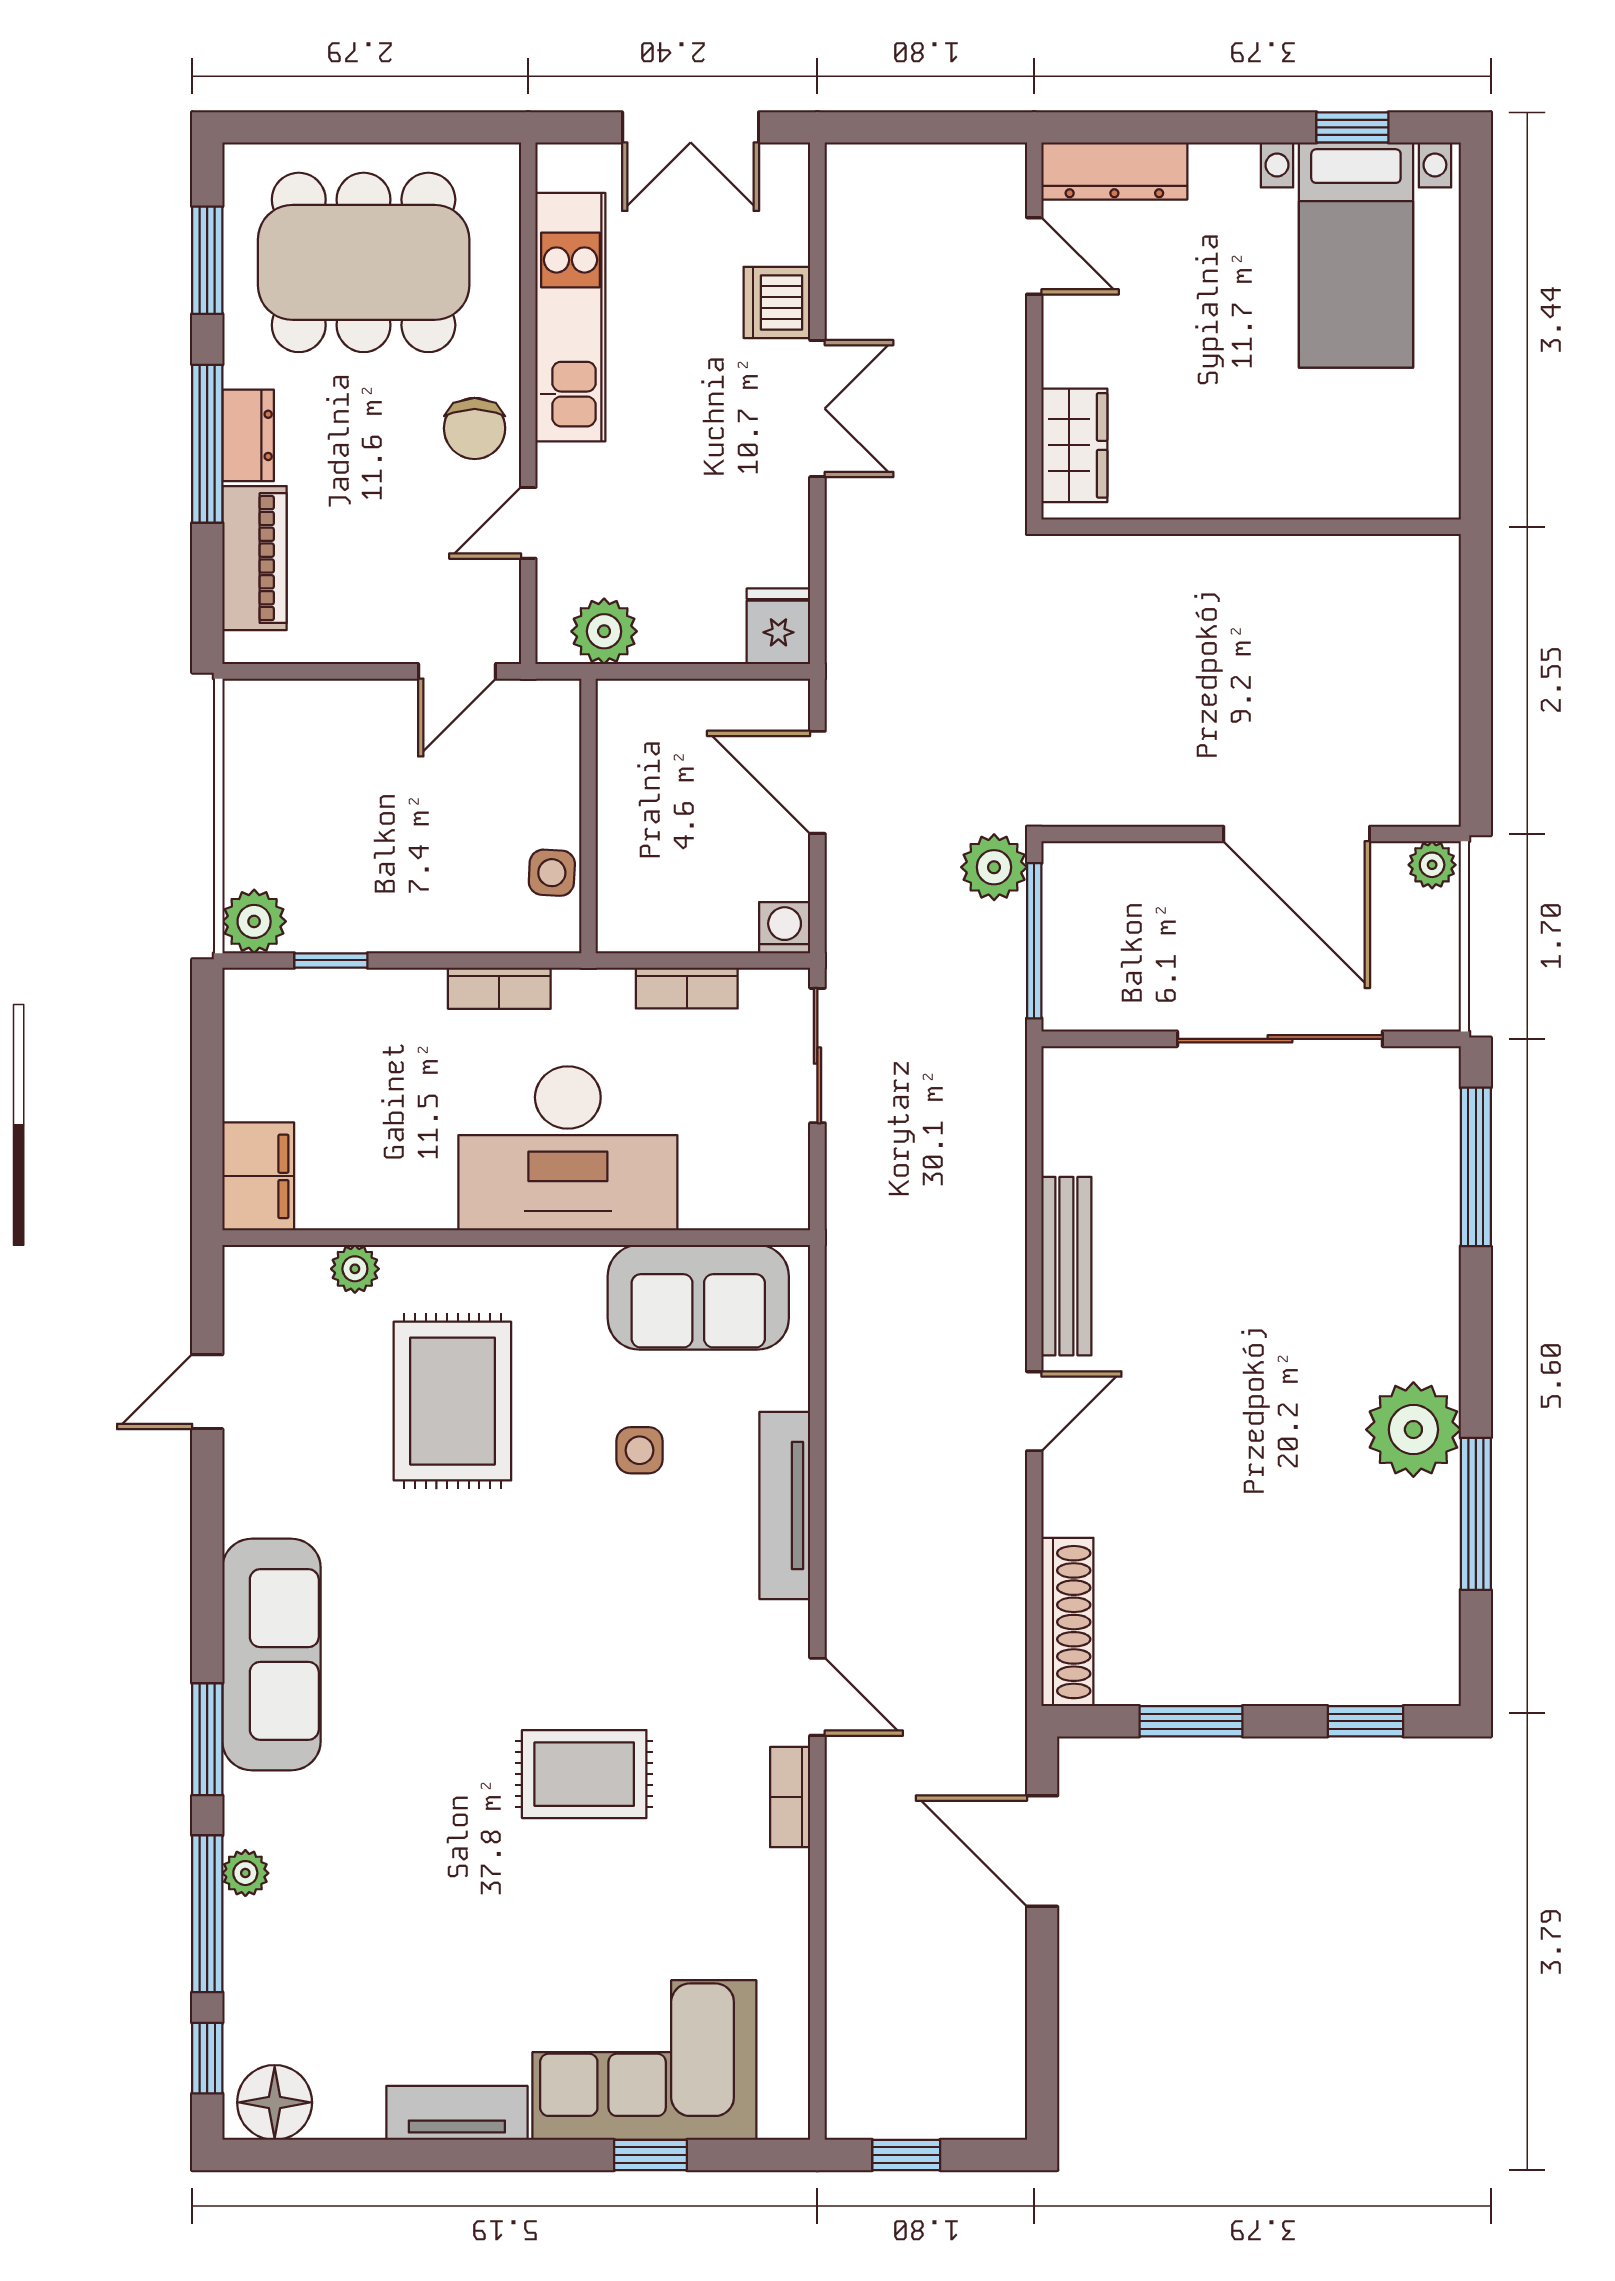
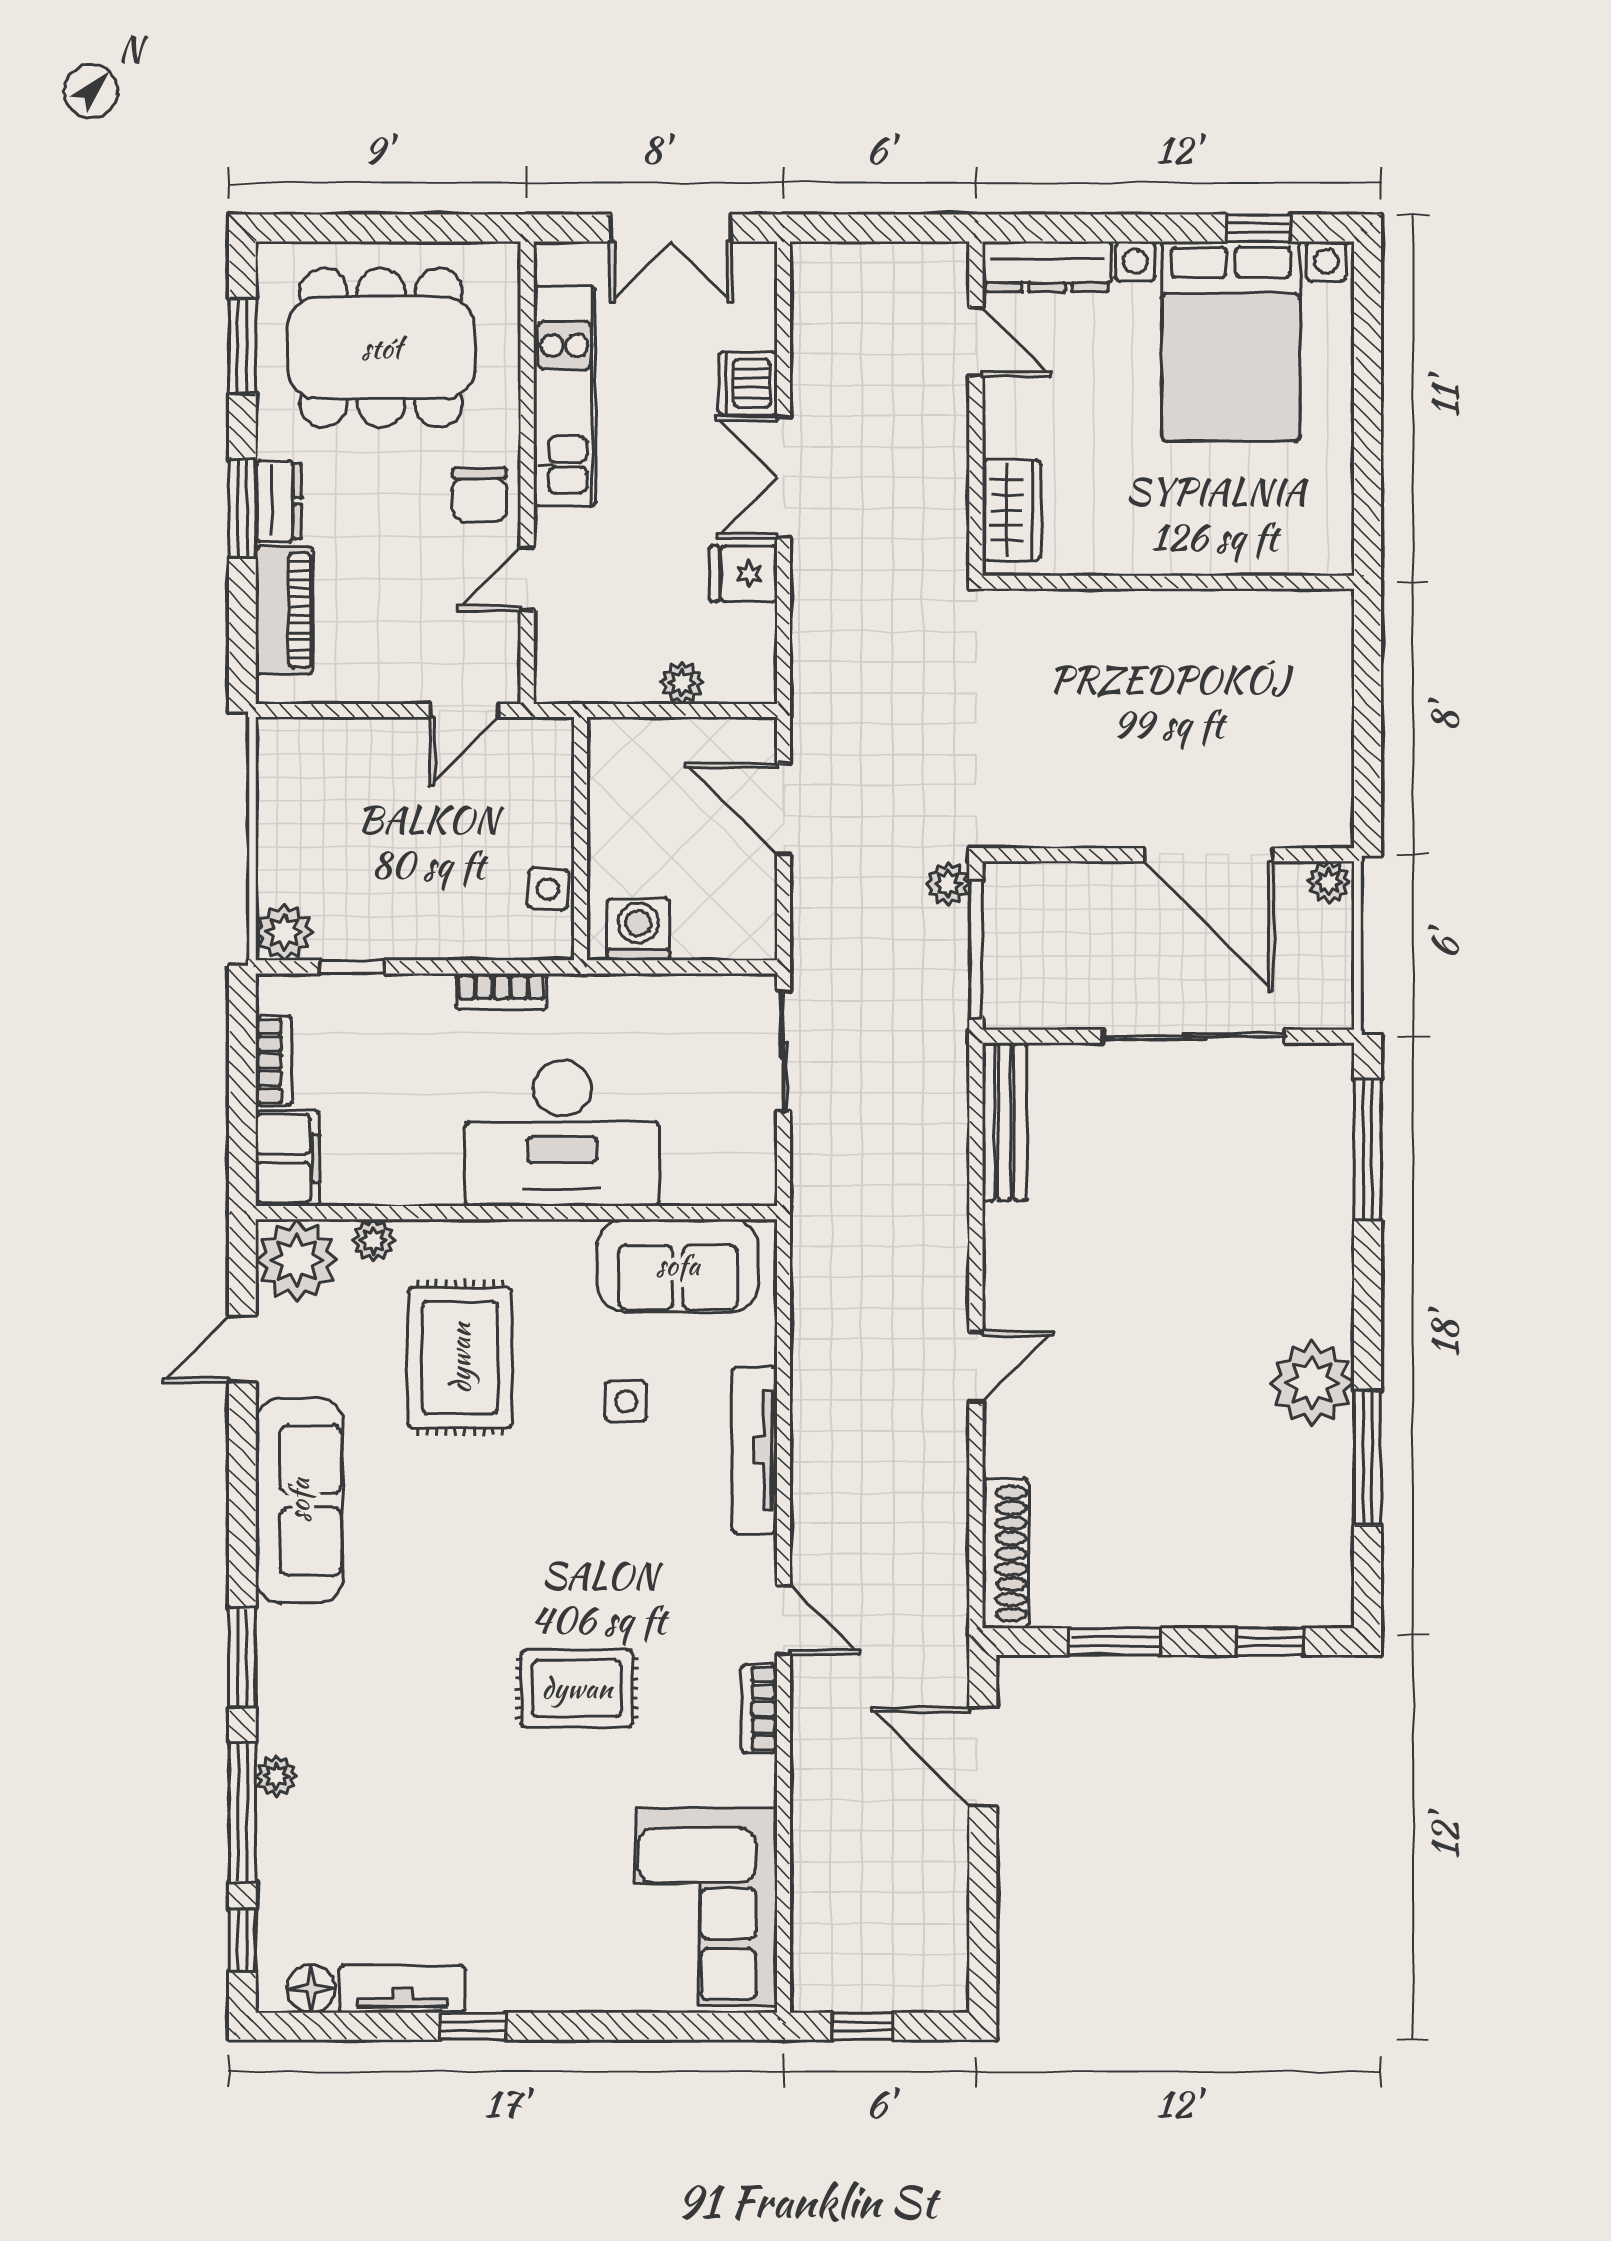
bed with nightstands: (1356, 255) -> (1231, 341), width x1.36
double door: (817, 409) -> (784, 477), swing flipped
window: (207, 444) -> (242, 509), width x0.69
fridge: (778, 626) -> (744, 574), moved, turned -90
plant: (604, 631) -> (682, 683), moved, width x0.73, depth x0.73
plant: (994, 867) -> (948, 884), width x0.73, depth x0.73
washing machine: (785, 928) -> (638, 929), moved, width x1.38, depth x1.38
bookcase: (687, 988) -> (274, 1061), moved, turned -90
bench: (1066, 1266) -> (1004, 1122), moved
plant: (269, 1291) -> (297, 1260), added
sofa: (271, 1655) -> (299, 1500), moved
corner sofa: (644, 2060) -> (706, 1907), moved, turned -90
floor lamp: (275, 2102) -> (311, 1989), width x0.73, depth x0.73
tv unit: (457, 2113) -> (402, 1989), moved
window: (650, 2155) -> (473, 2026), moved

